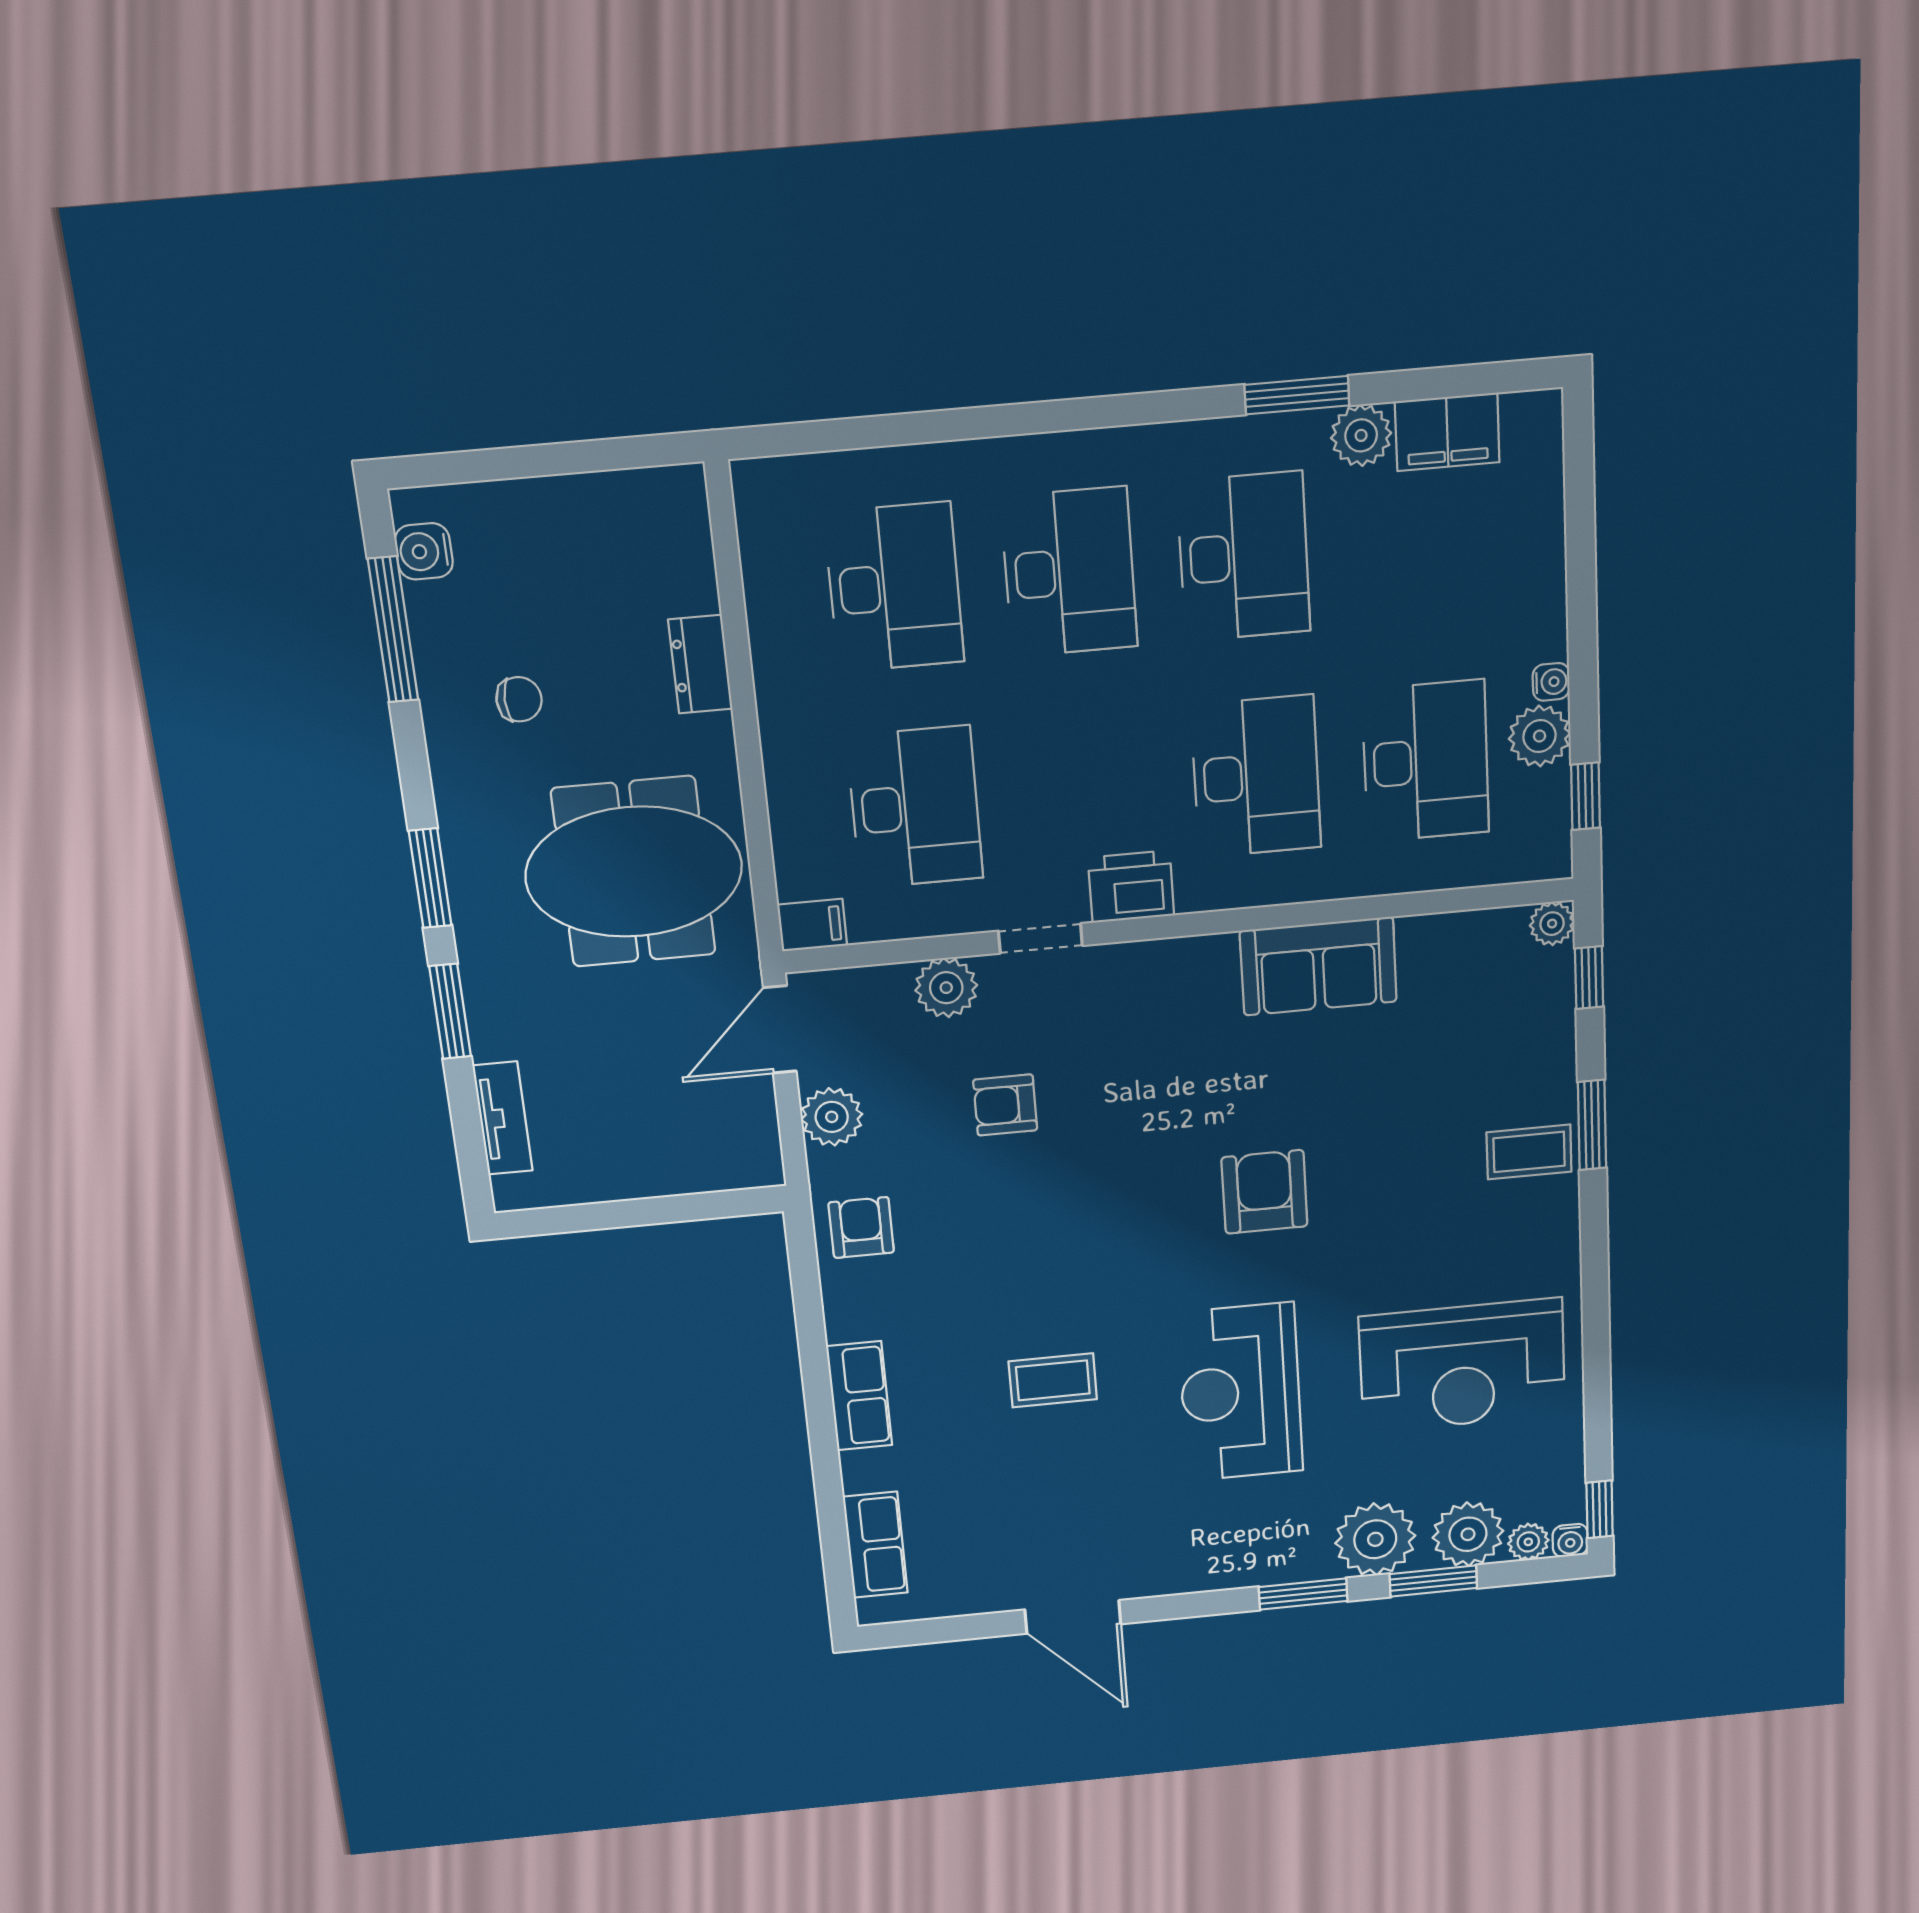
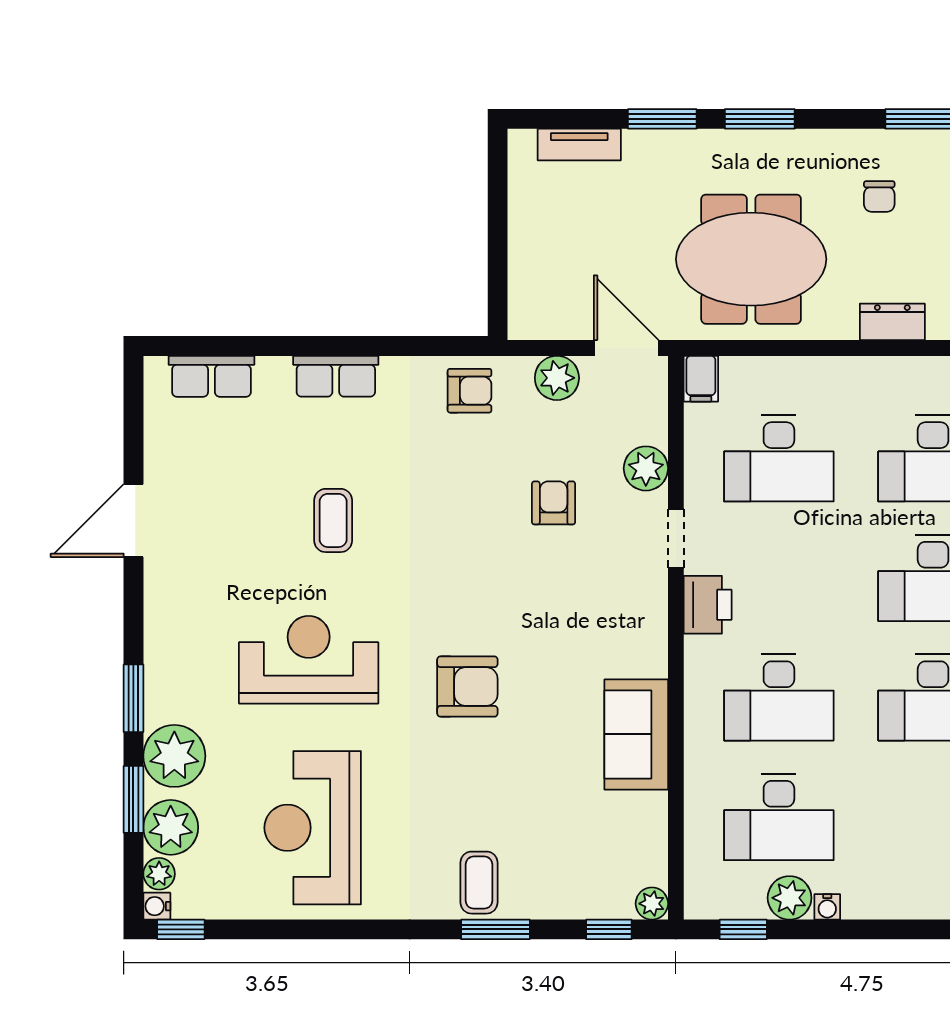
meeting table: (634, 872) -> (751, 259), turned 90

